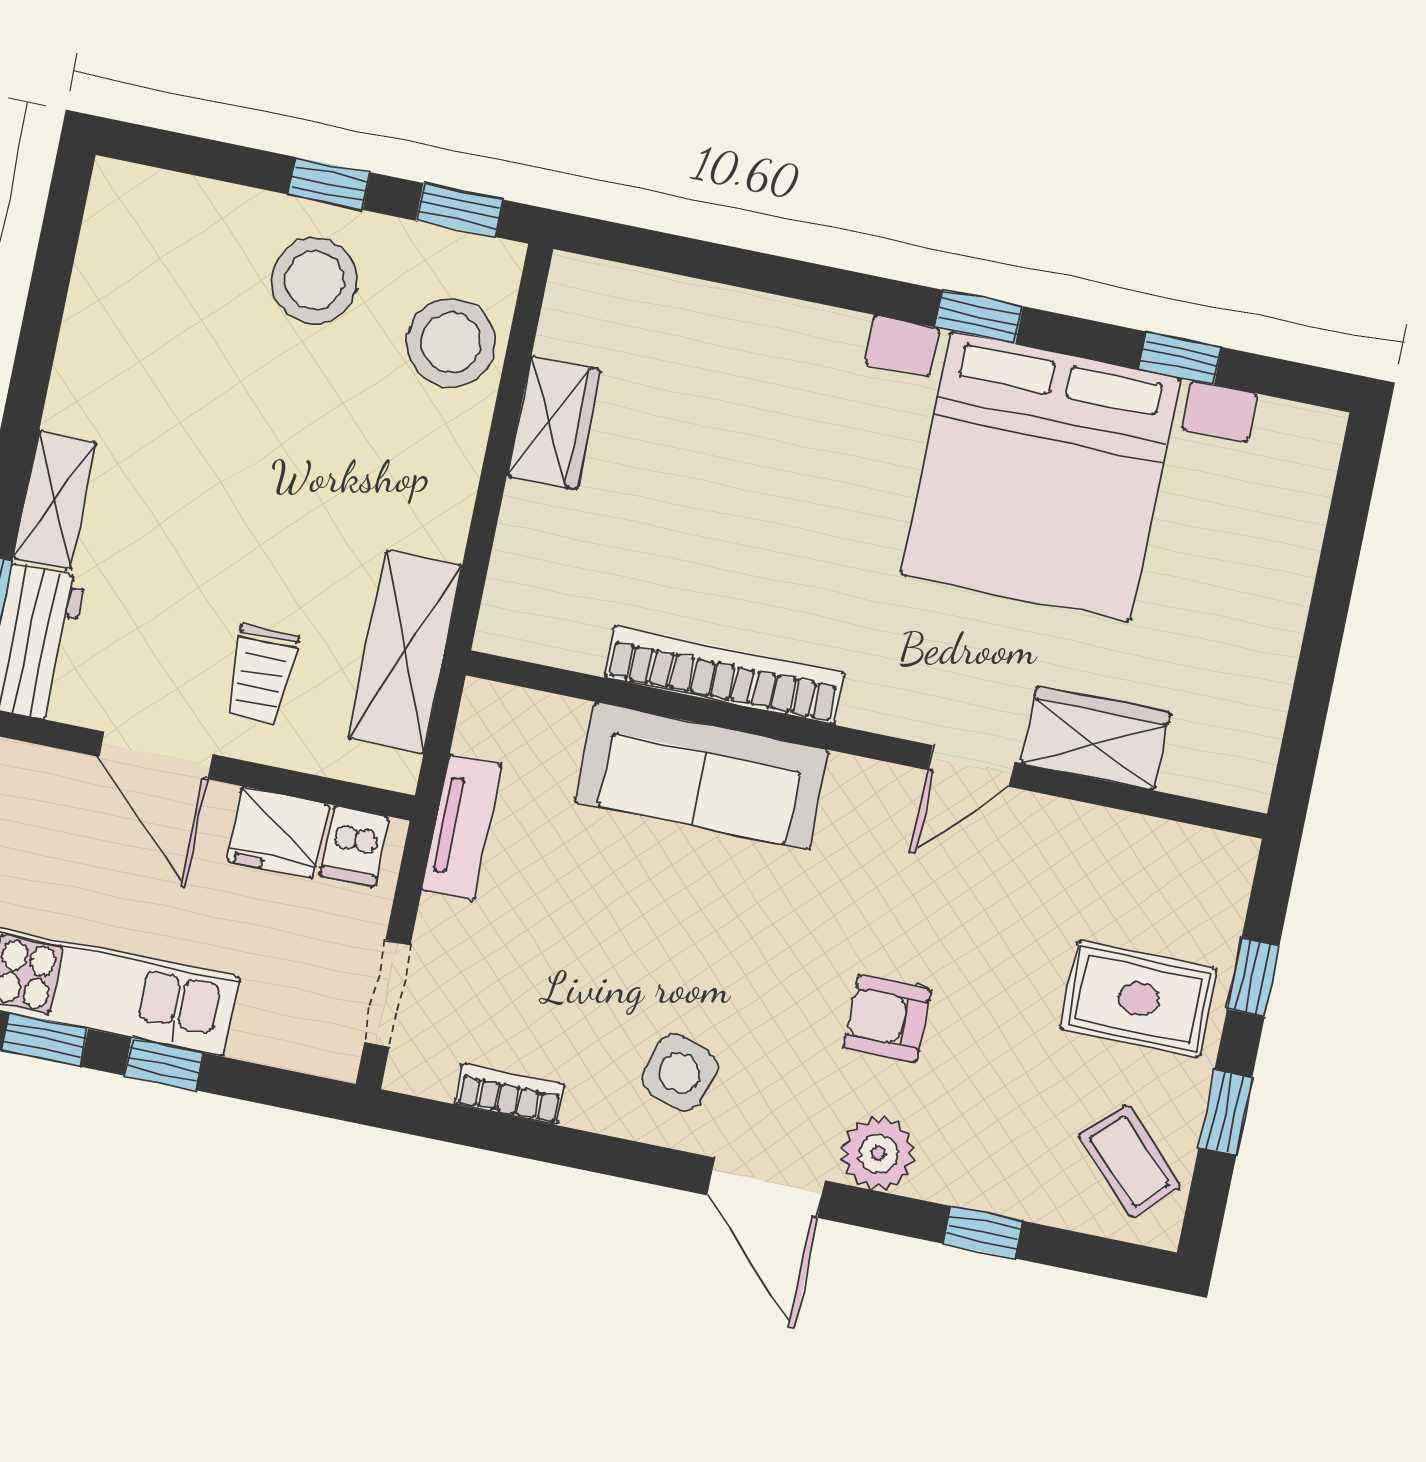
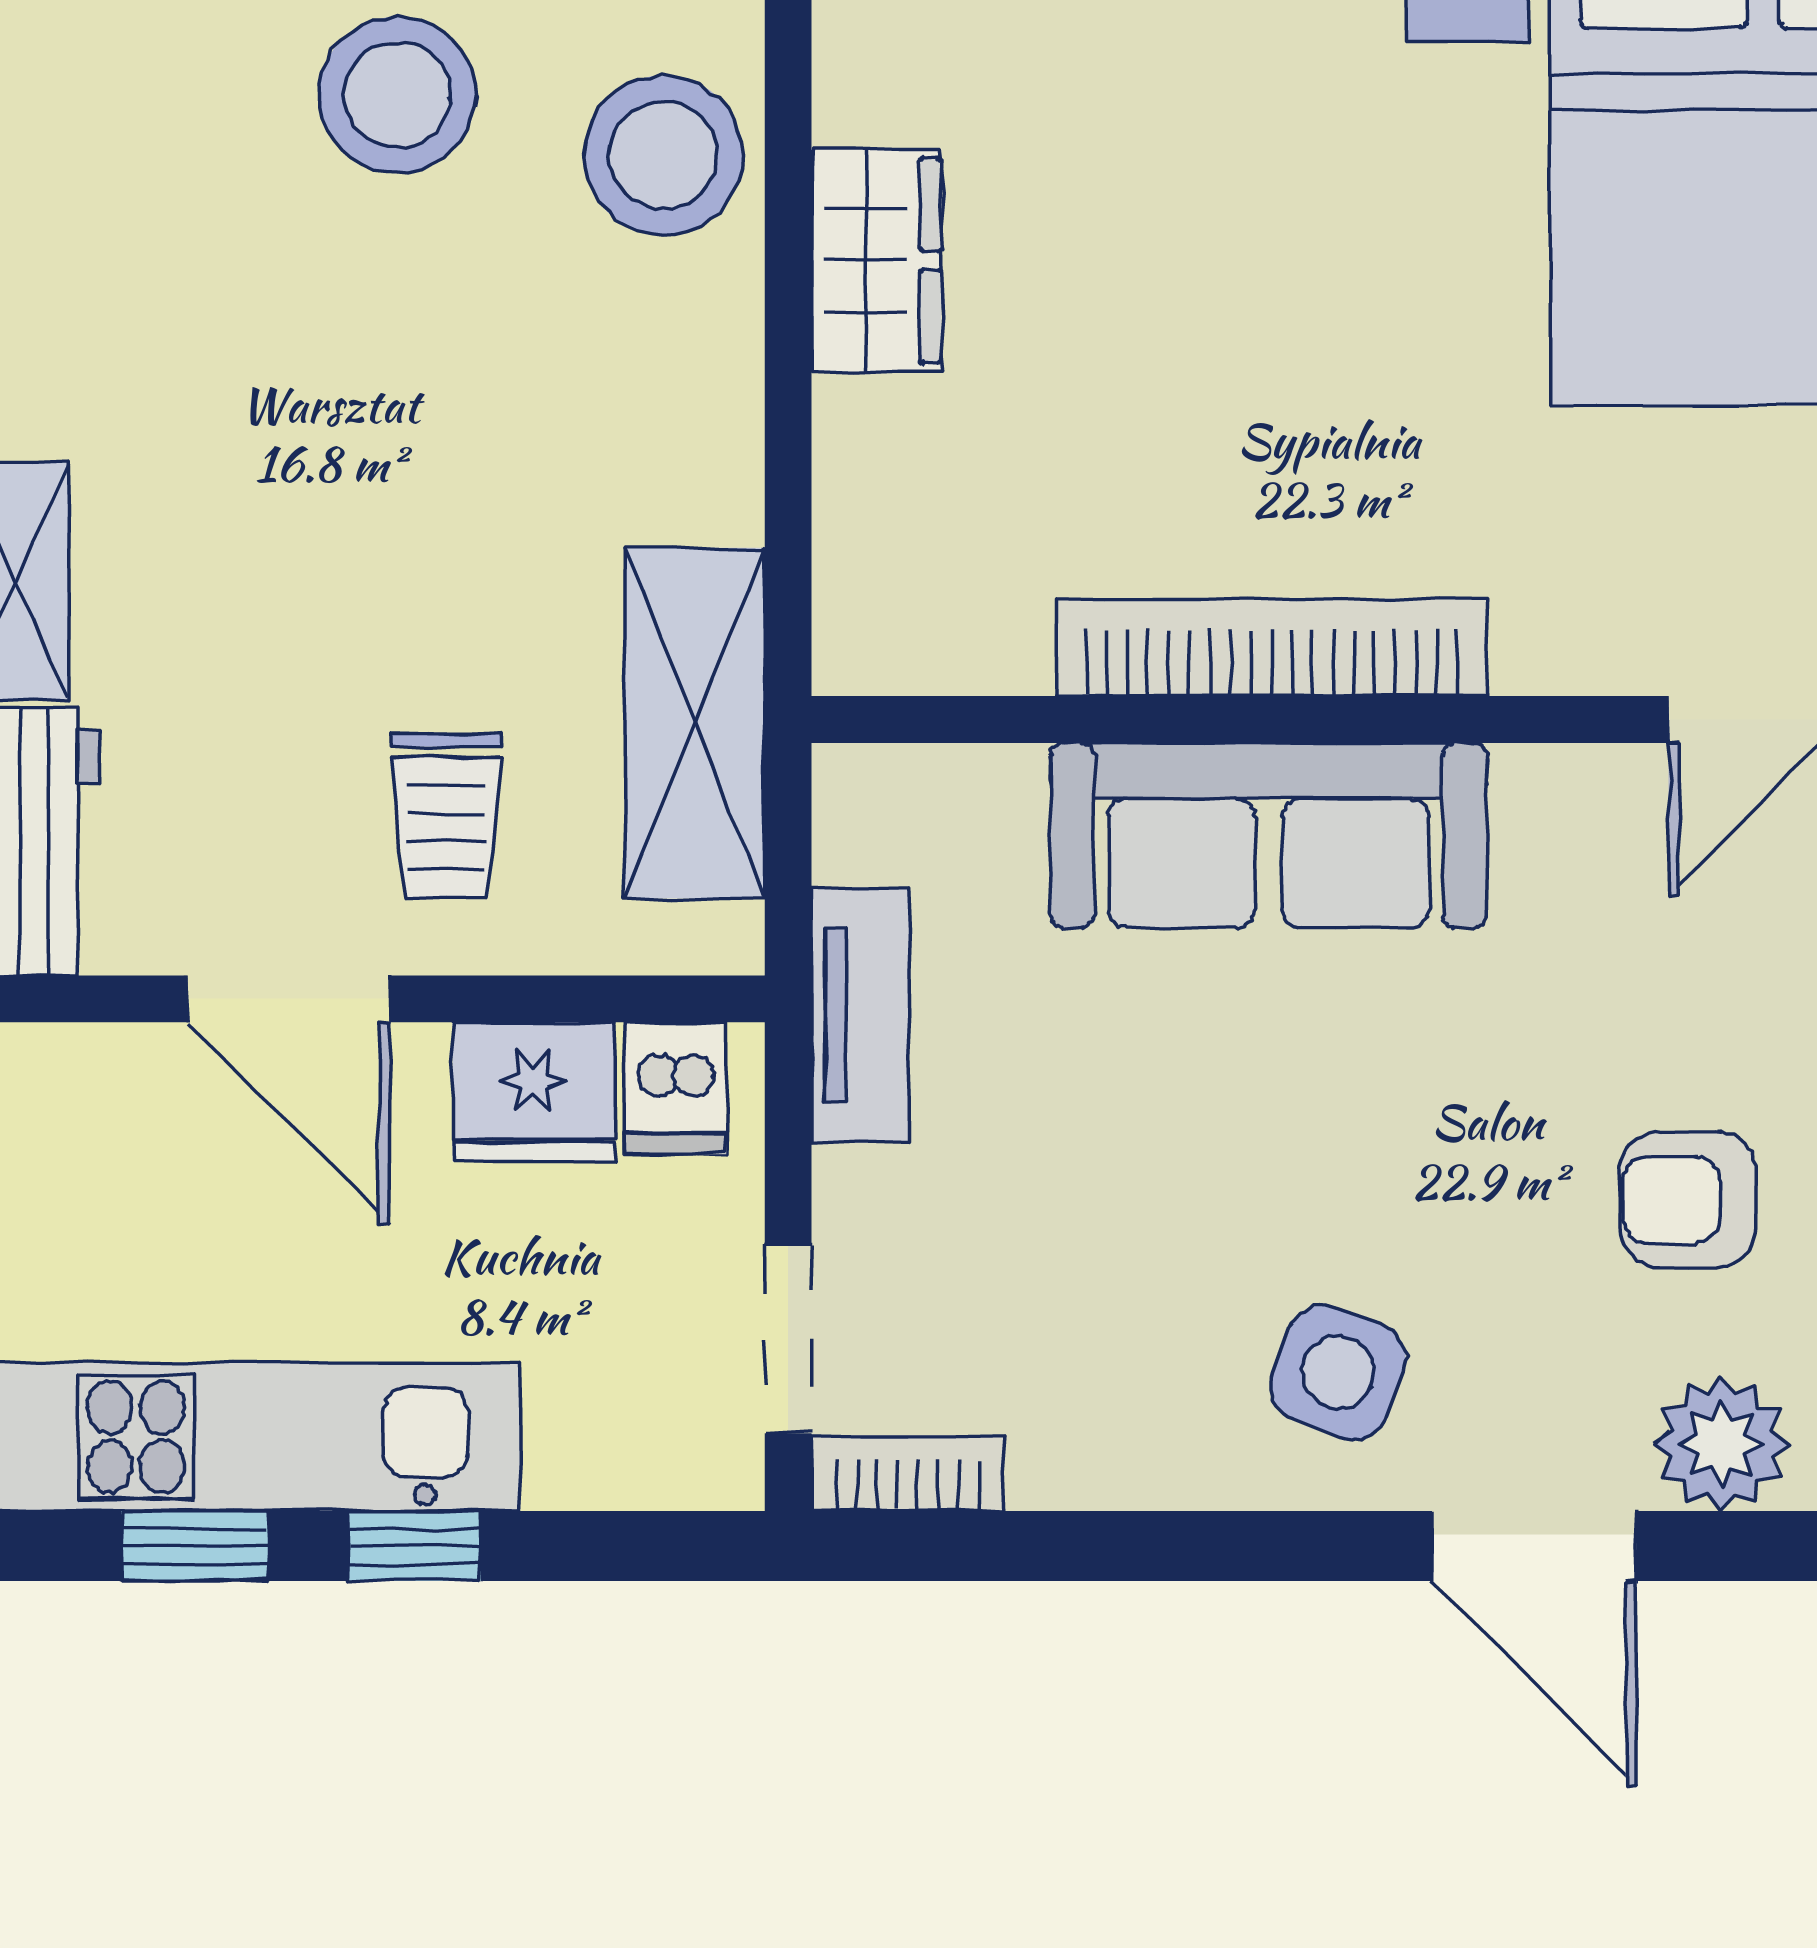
bookcase: (510, 1094) -> (908, 1473), moved

